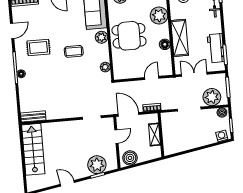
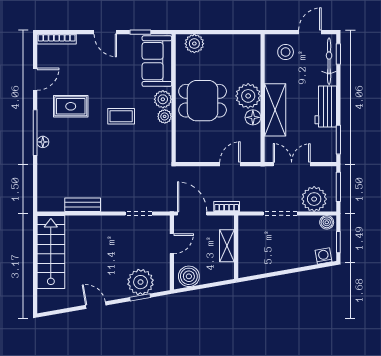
plant: (159, 16) -> (248, 96), moved
workbench: (216, 48) -> (326, 106), moved
plant: (105, 67) -> (165, 116), moved
bench: (33, 116) -> (83, 205), moved

